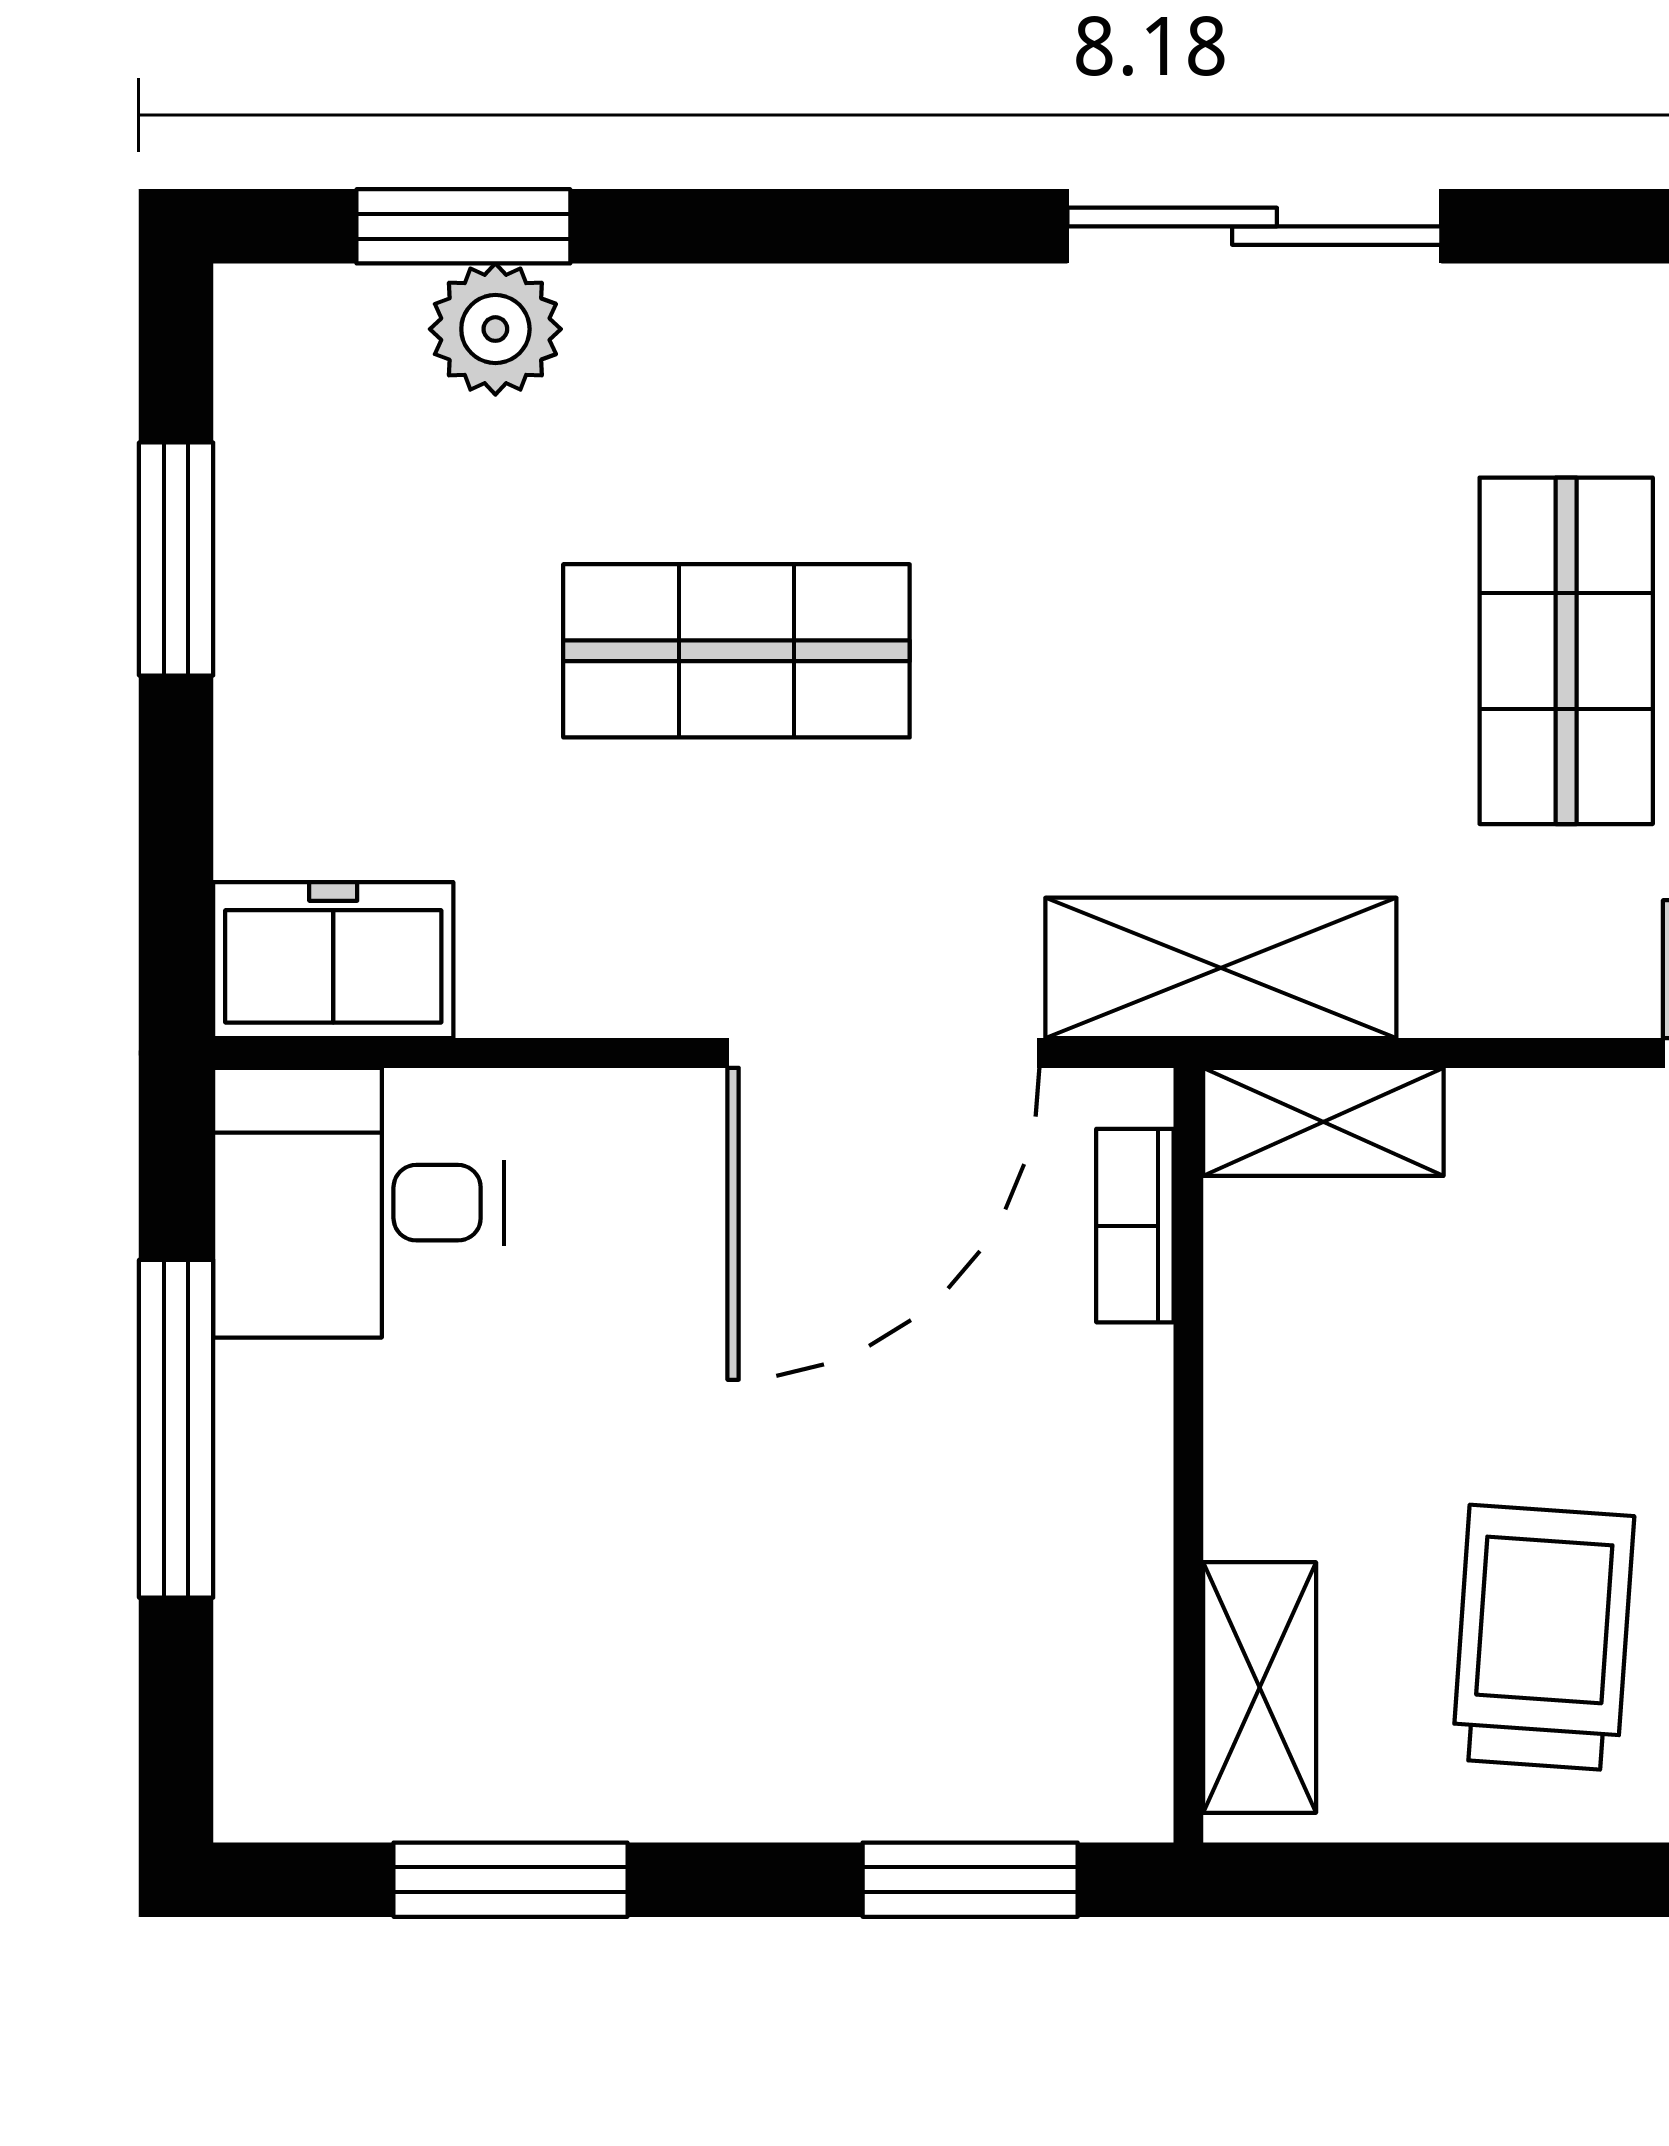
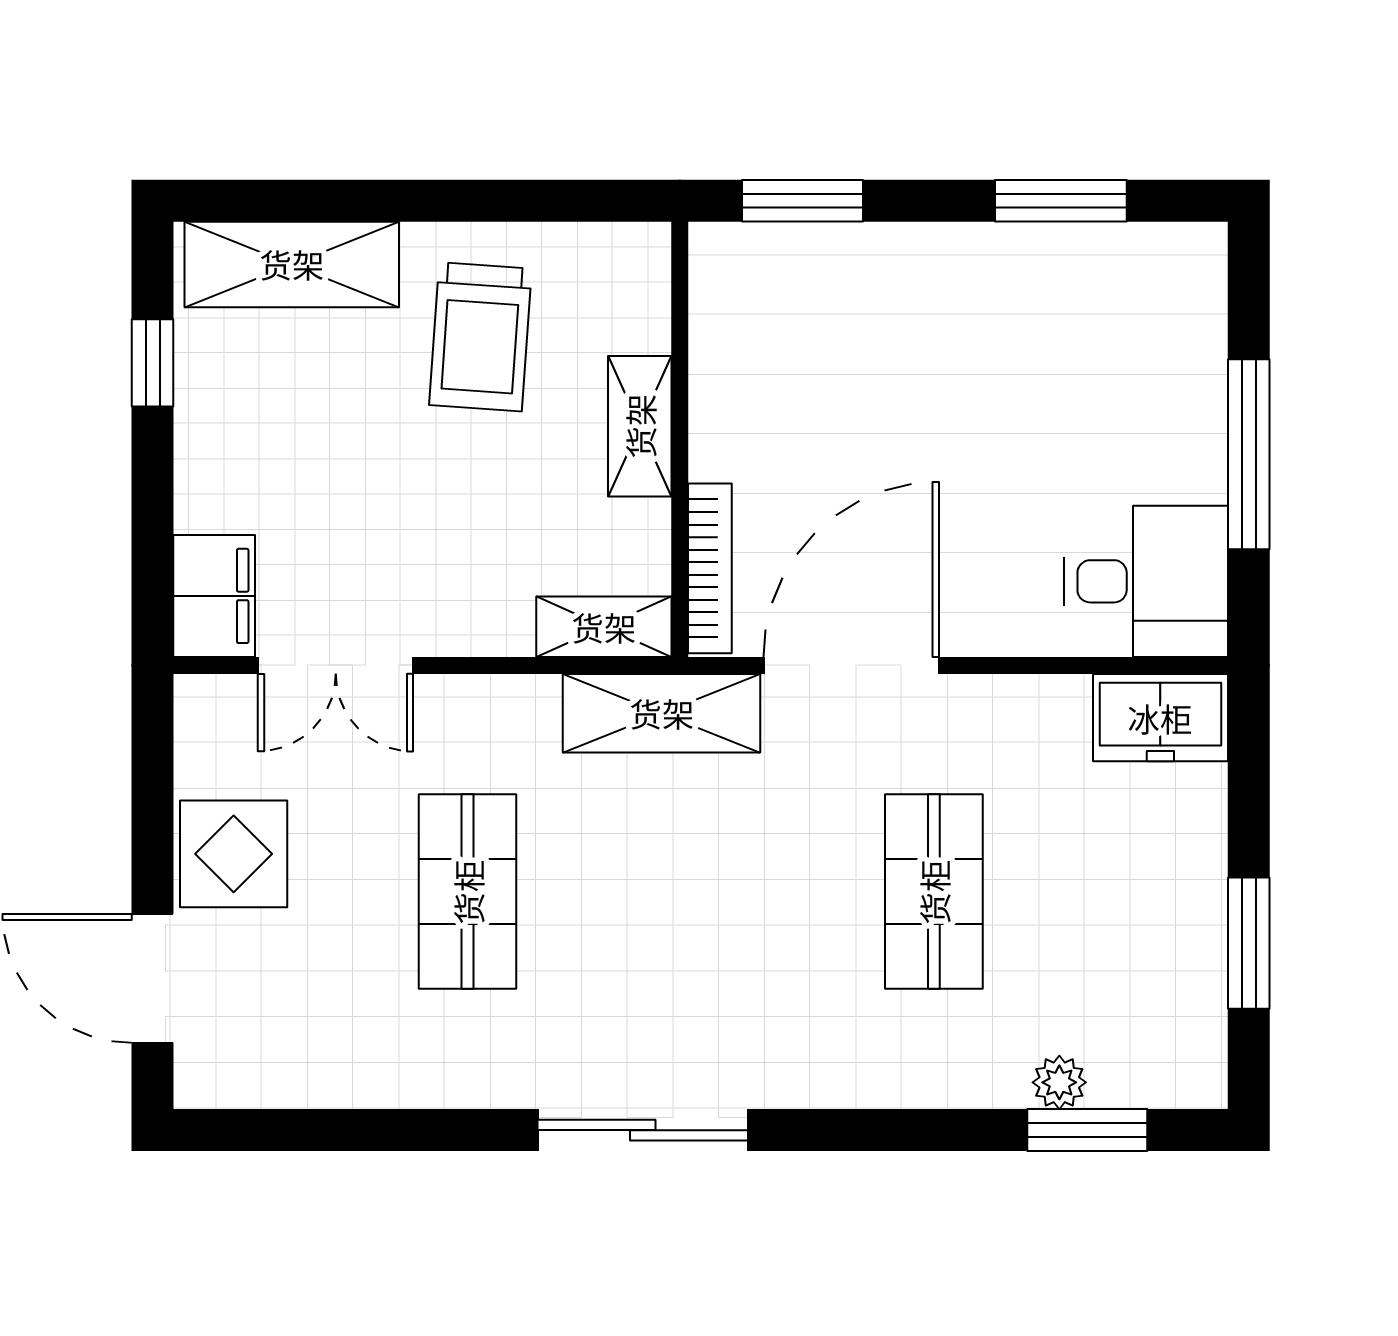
plant: (495, 329) -> (1059, 1082), width x0.73, depth x0.73
shop shelf: (736, 651) -> (934, 892), turned 90
bookcase: (1135, 1226) -> (710, 568), width x1.56
shelving: (1260, 1688) -> (640, 426), moved

